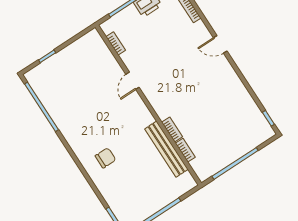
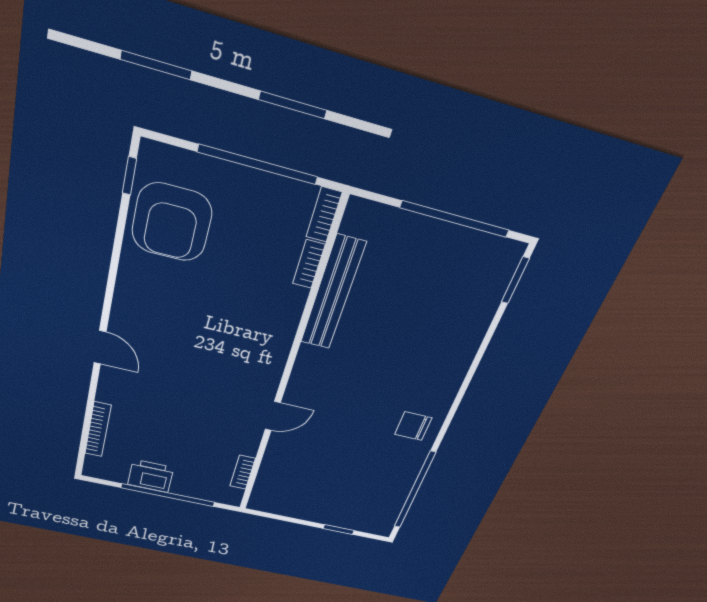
armchair: (242, 117) -> (172, 222), added
bookcase: (172, 129) -> (324, 215), moved
chair: (105, 158) -> (413, 426), moved

